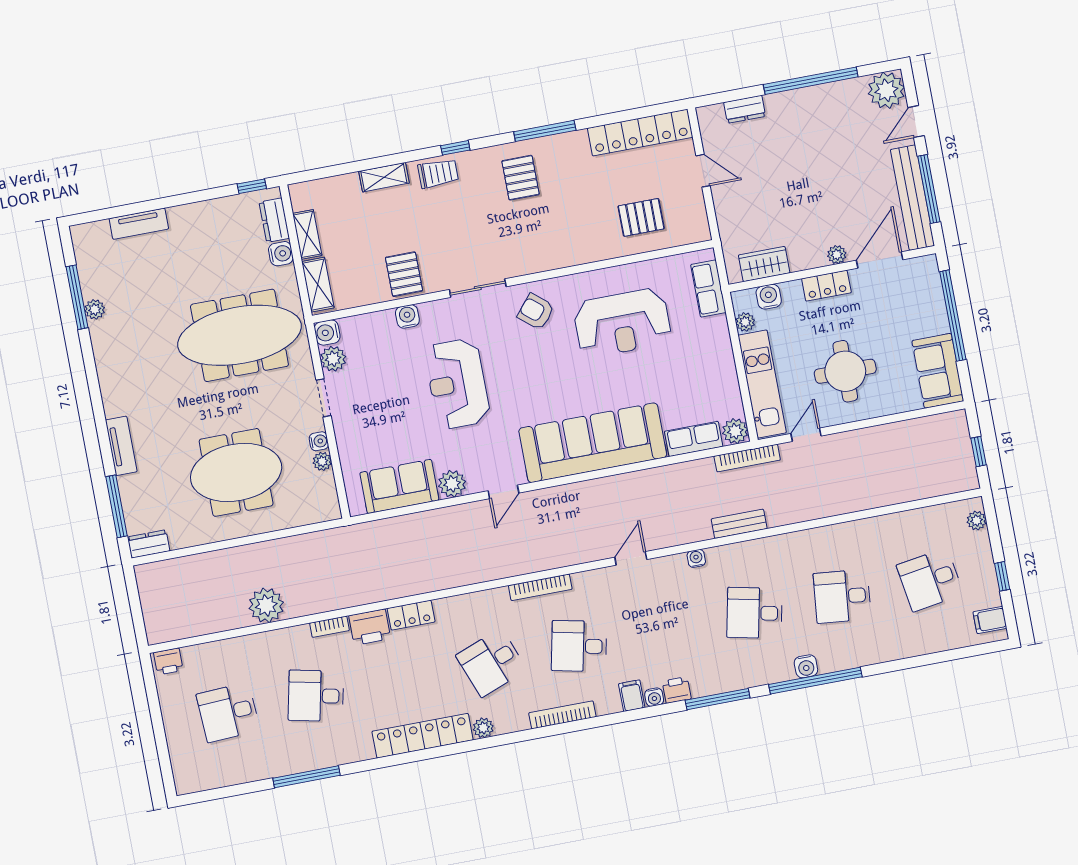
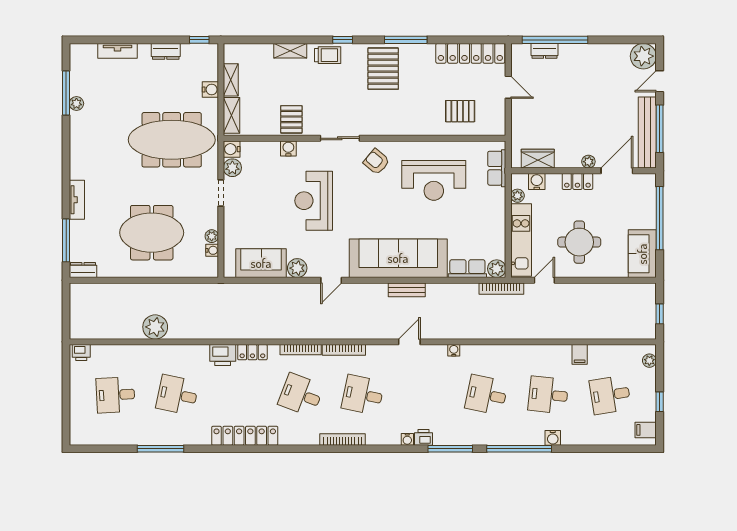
window: (811, 81) -> (555, 40), moved
pallet: (521, 178) -> (383, 69), width x1.50, depth x1.42
dresser: (274, 220) -> (166, 51), moved, turned -90
water cooler: (319, 441) -> (212, 250), moved
bench: (739, 524) -> (407, 290), moved
bookcase: (329, 627) -> (301, 350), moved, width x1.56
desk: (491, 663) -> (301, 395), turned 42
water cooler: (806, 666) -> (553, 438), moved
filing cabinet: (632, 696) -> (580, 354), moved, turned 180
plant: (483, 728) -> (287, 438), removed

